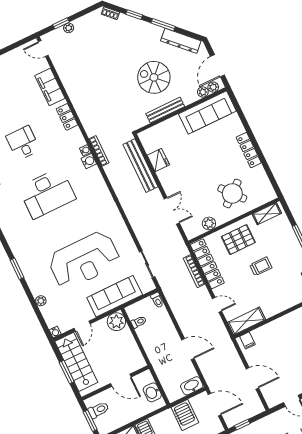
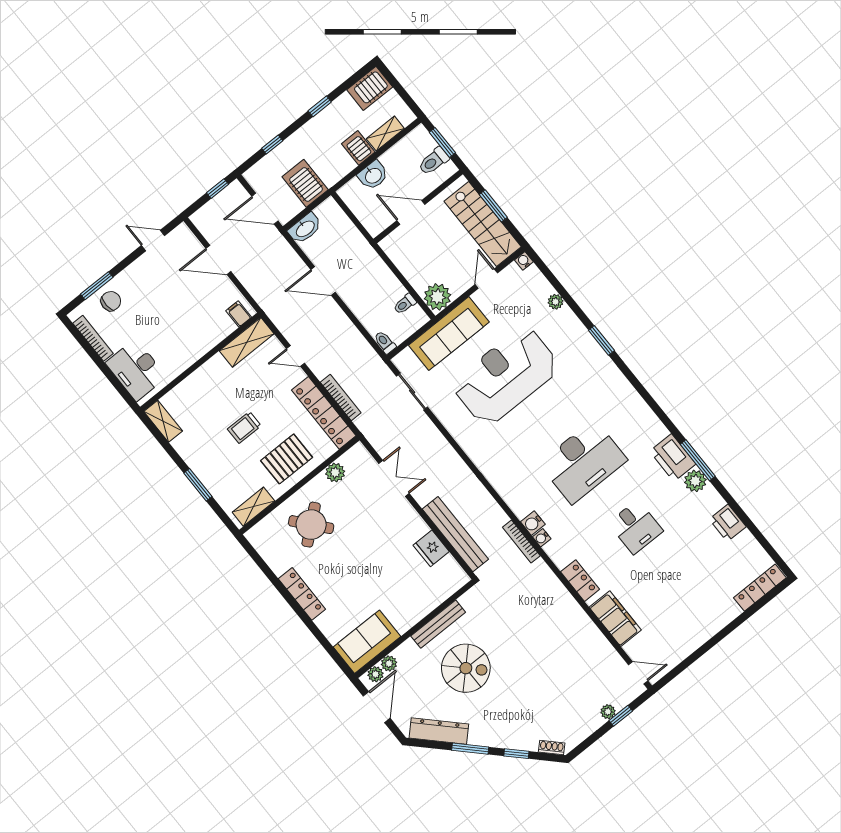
sofa: (207, 112) -> (367, 642), width x0.73
desk: (47, 193) -> (583, 462), turned 180
double door: (172, 211) -> (394, 478), swing flipped
washbasin: (152, 392) -> (373, 175), moved, turned 90

